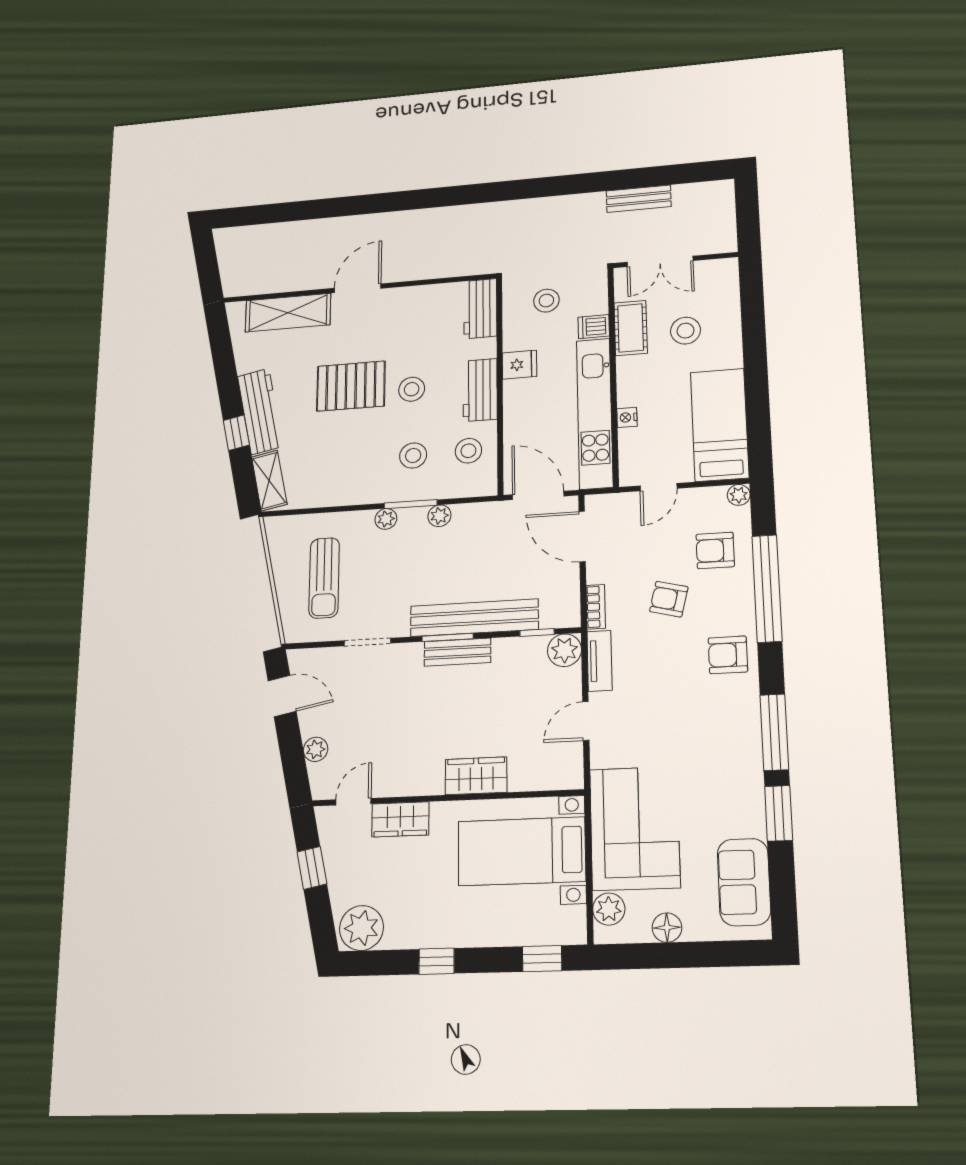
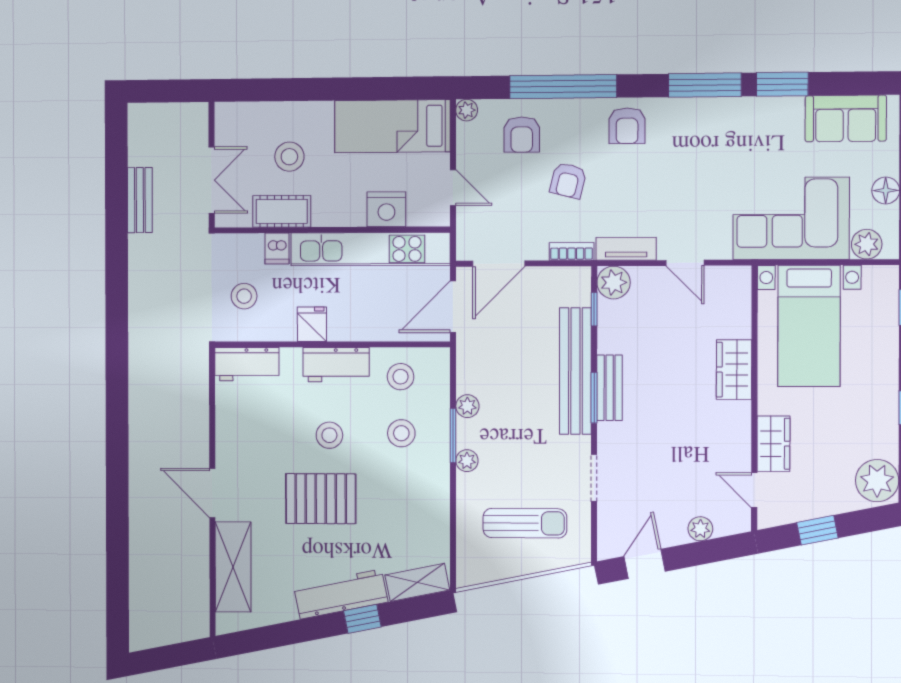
pallet: (351, 386) -> (321, 499), turned 90
nightstand: (627, 417) -> (386, 209), width x1.89, depth x1.79

